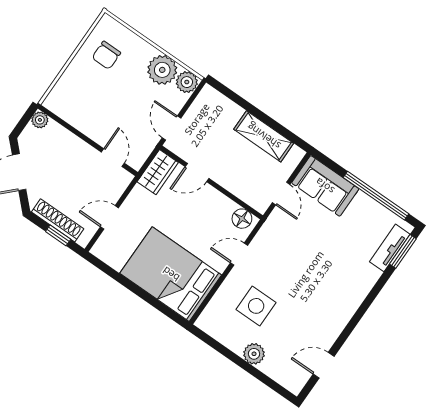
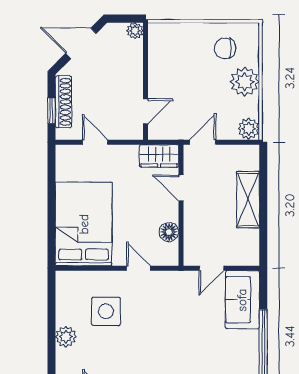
plant: (162, 70) -> (245, 82), moved
shelving: (264, 136) -> (248, 200), moved
floor lamp: (242, 219) -> (169, 232), moved

